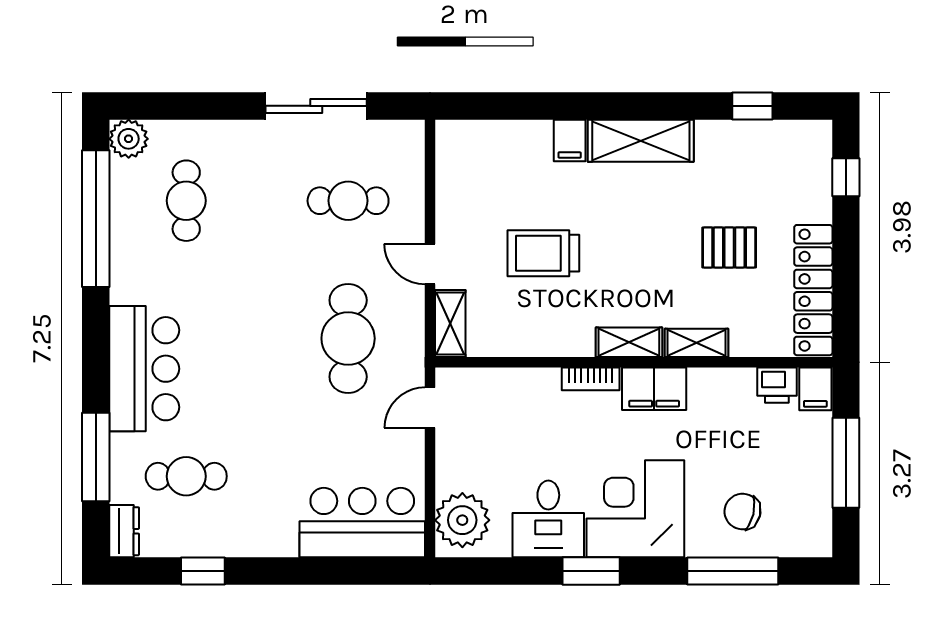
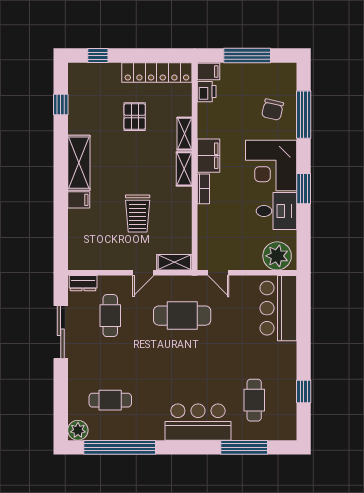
dresser: (124, 531) -> (83, 283), moved, turned 180

